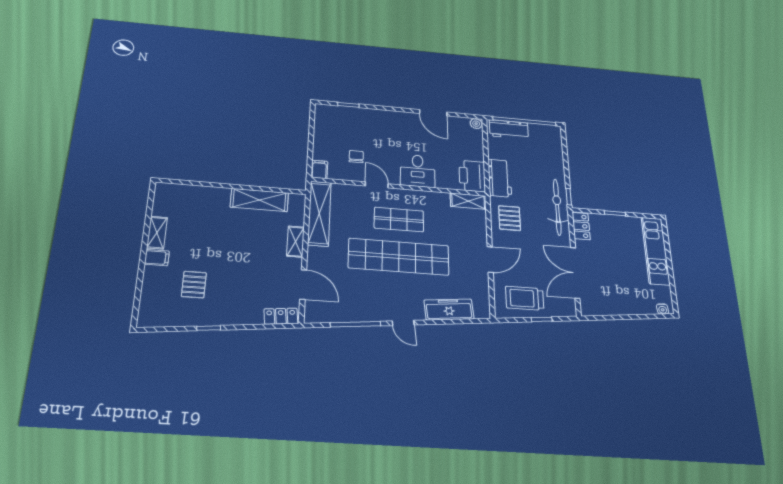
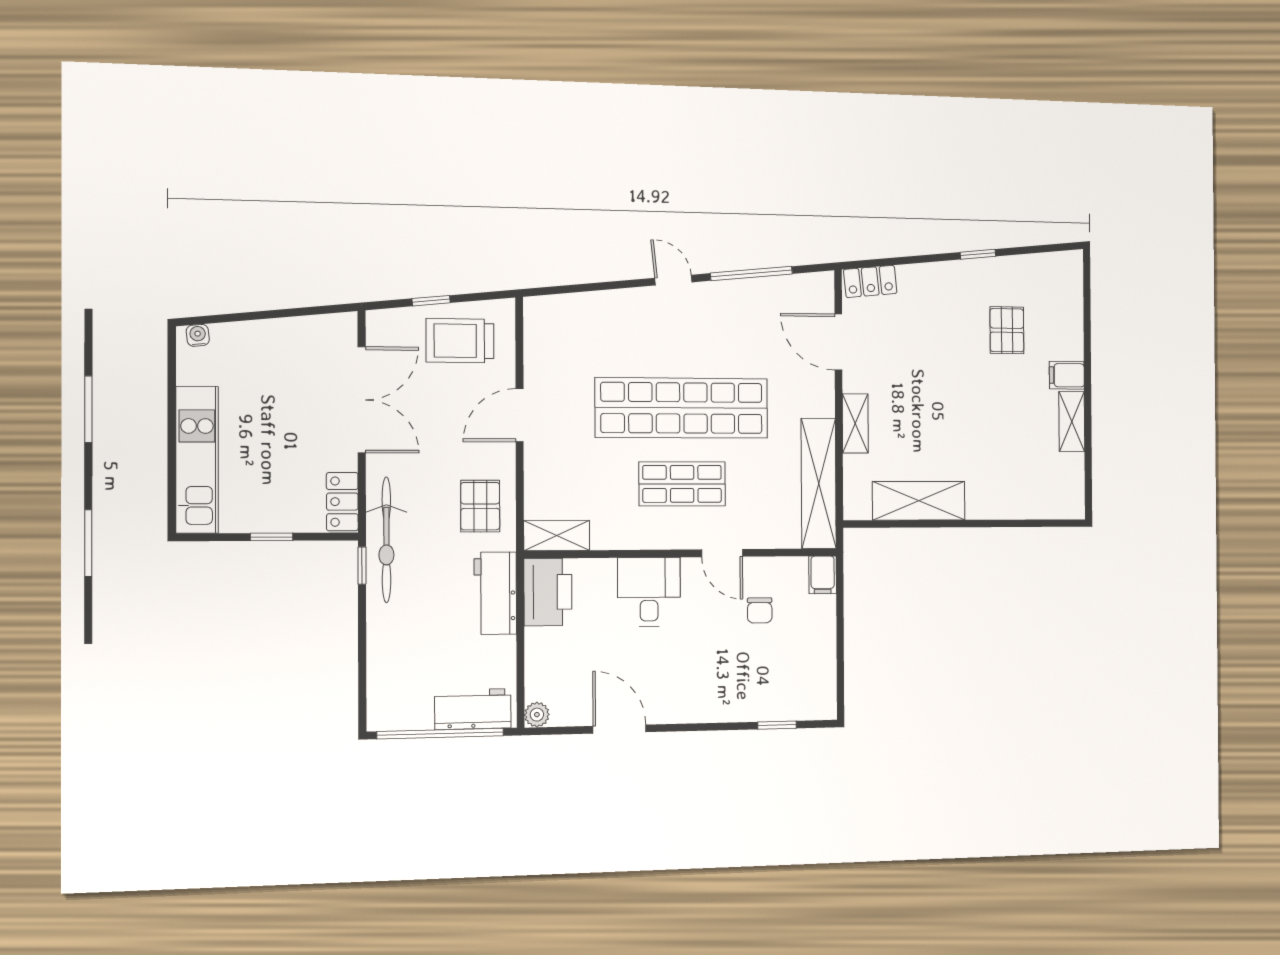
trolley: (525, 298) -> (460, 341), turned 180
freezer: (449, 309) -> (595, 310), removed

